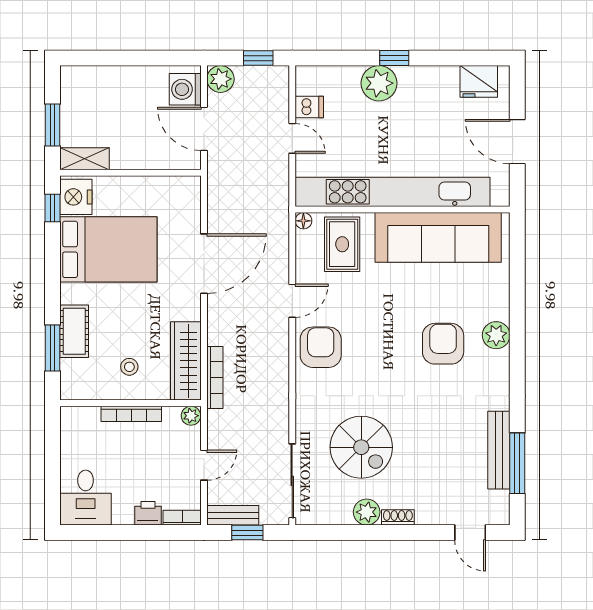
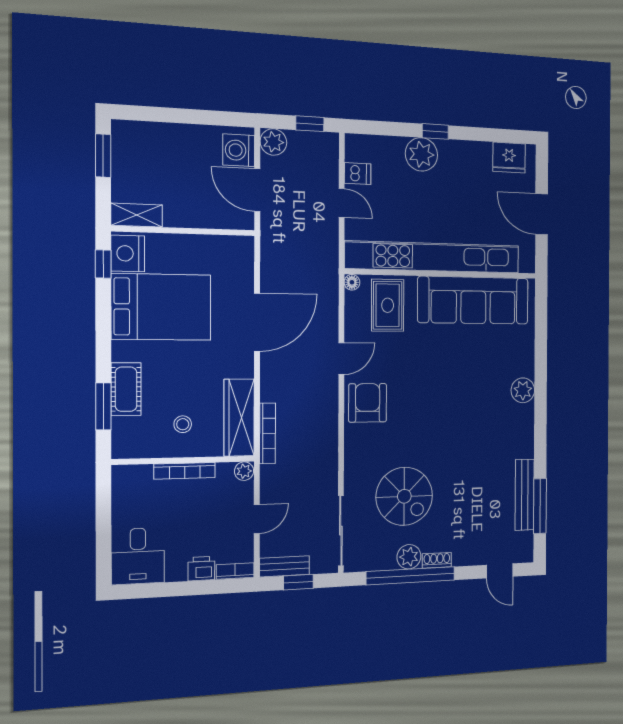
window: (53, 125) -> (103, 156), moved
armchair: (443, 344) -> (477, 398), removed
window: (369, 533) -> (411, 576), added

